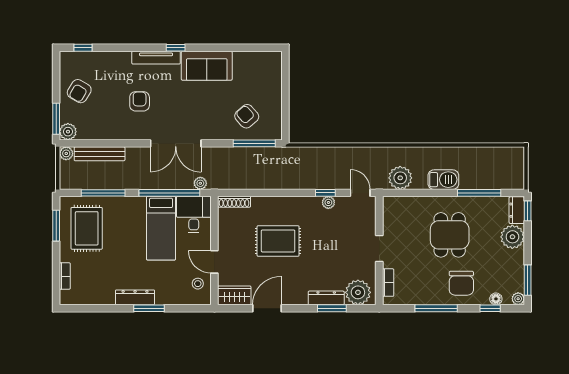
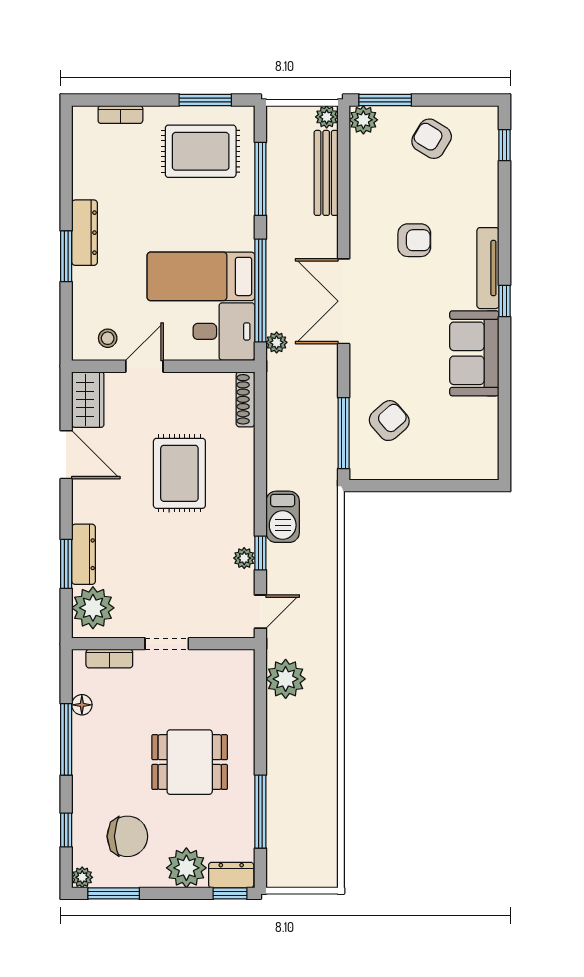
barbecue: (443, 180) -> (283, 517), moved
chair: (461, 283) -> (127, 836), moved, turned 180
floor lamp: (496, 299) -> (82, 705), moved

